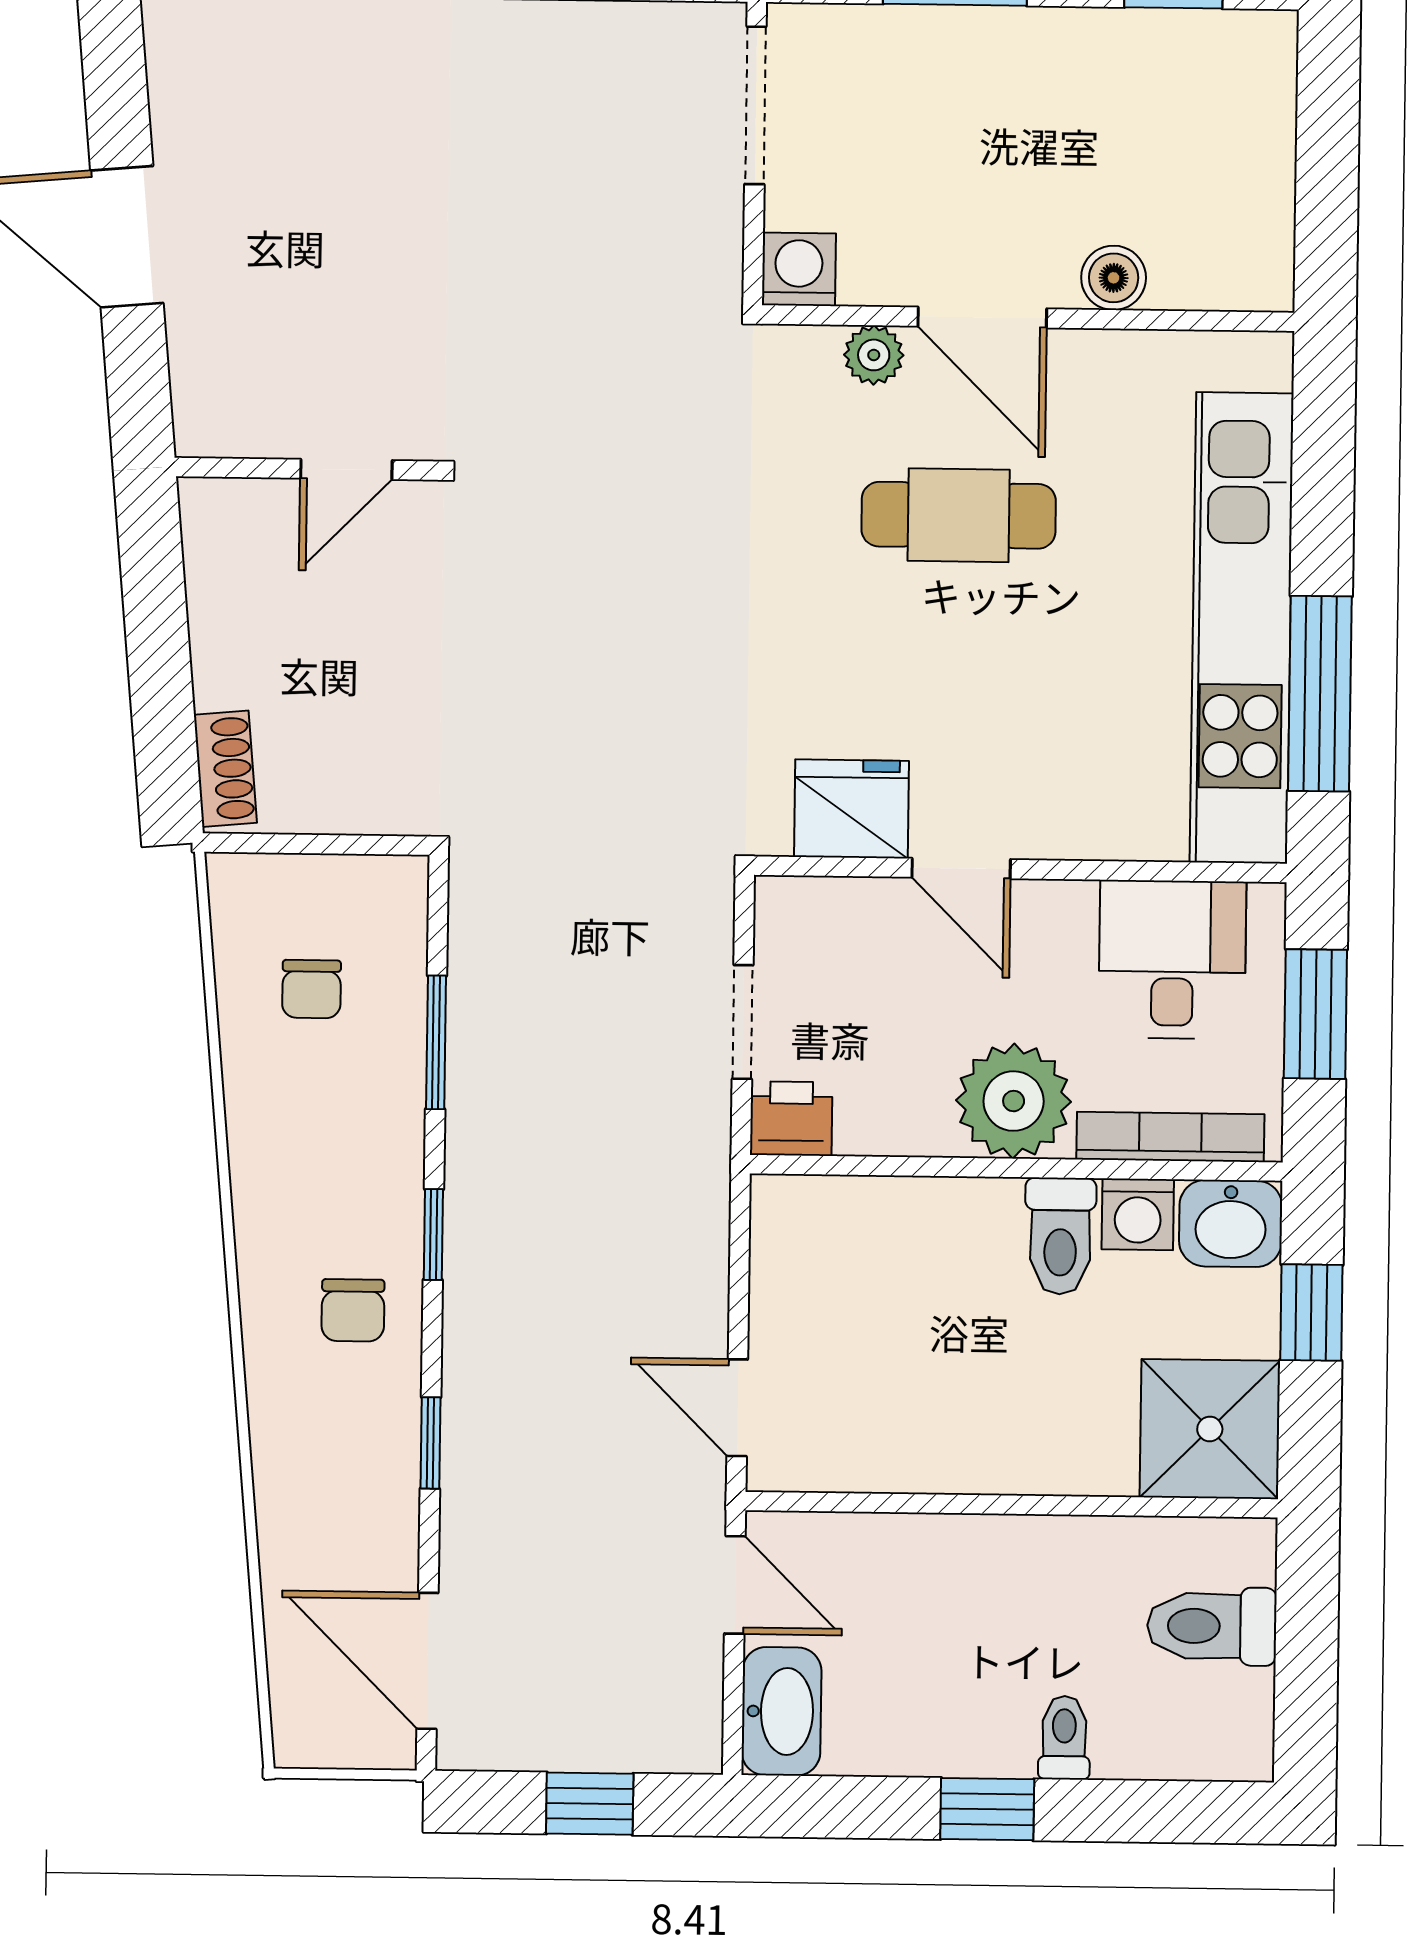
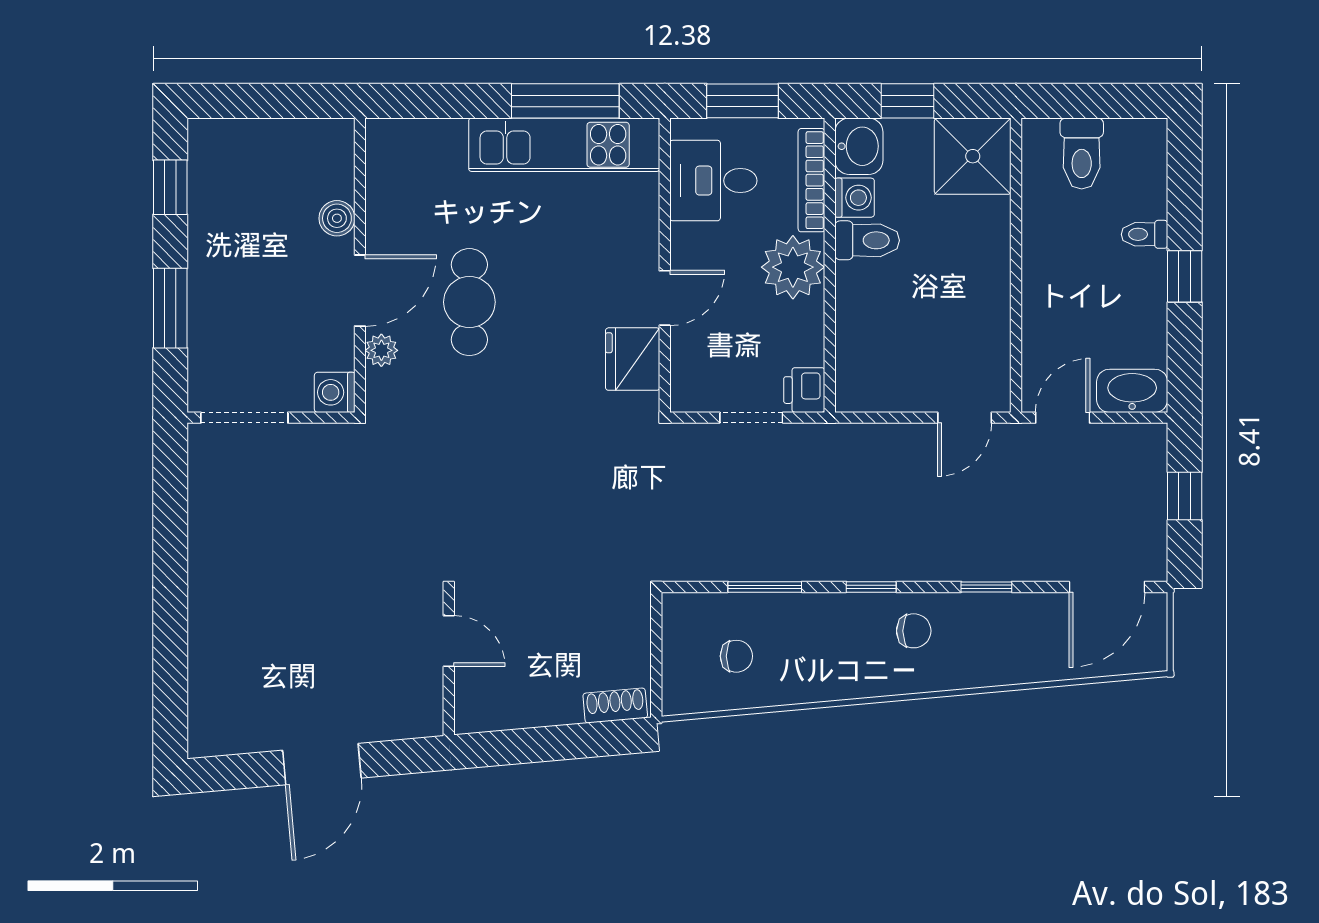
kitchen unit: (1242, 628) -> (564, 145), width x0.73

